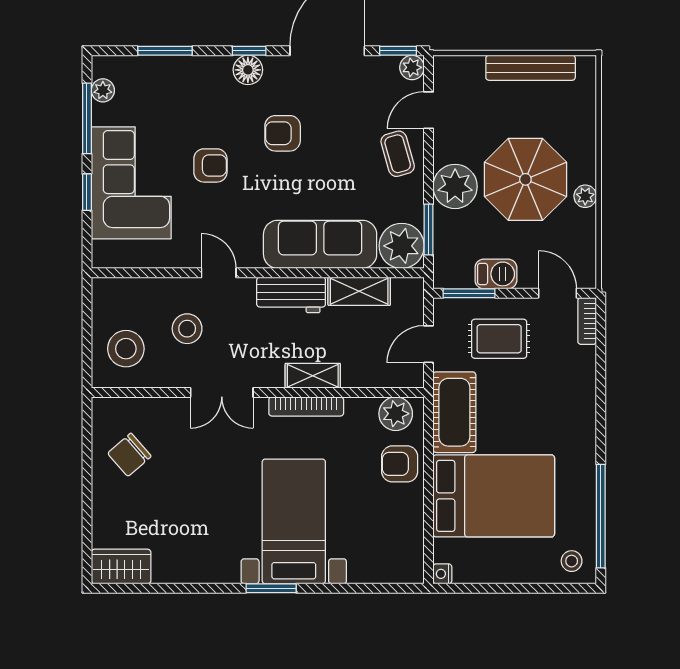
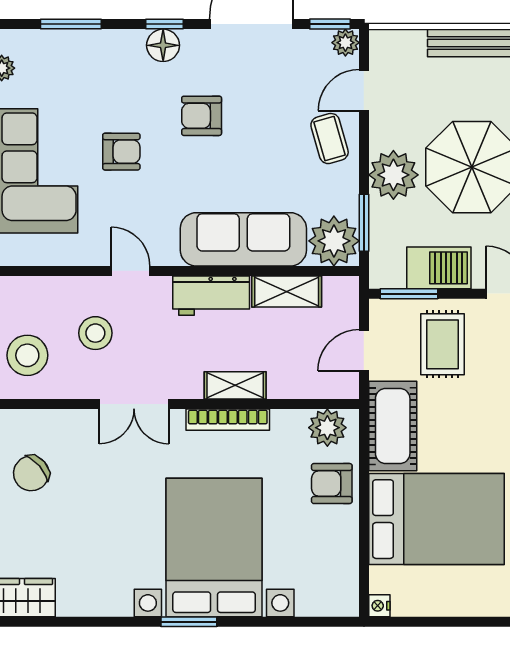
barbecue: (496, 274) -> (439, 268), width x1.38, depth x1.27
rug: (499, 339) -> (442, 344), turned 90
bed with nightstands: (294, 521) -> (214, 547), width x1.36

